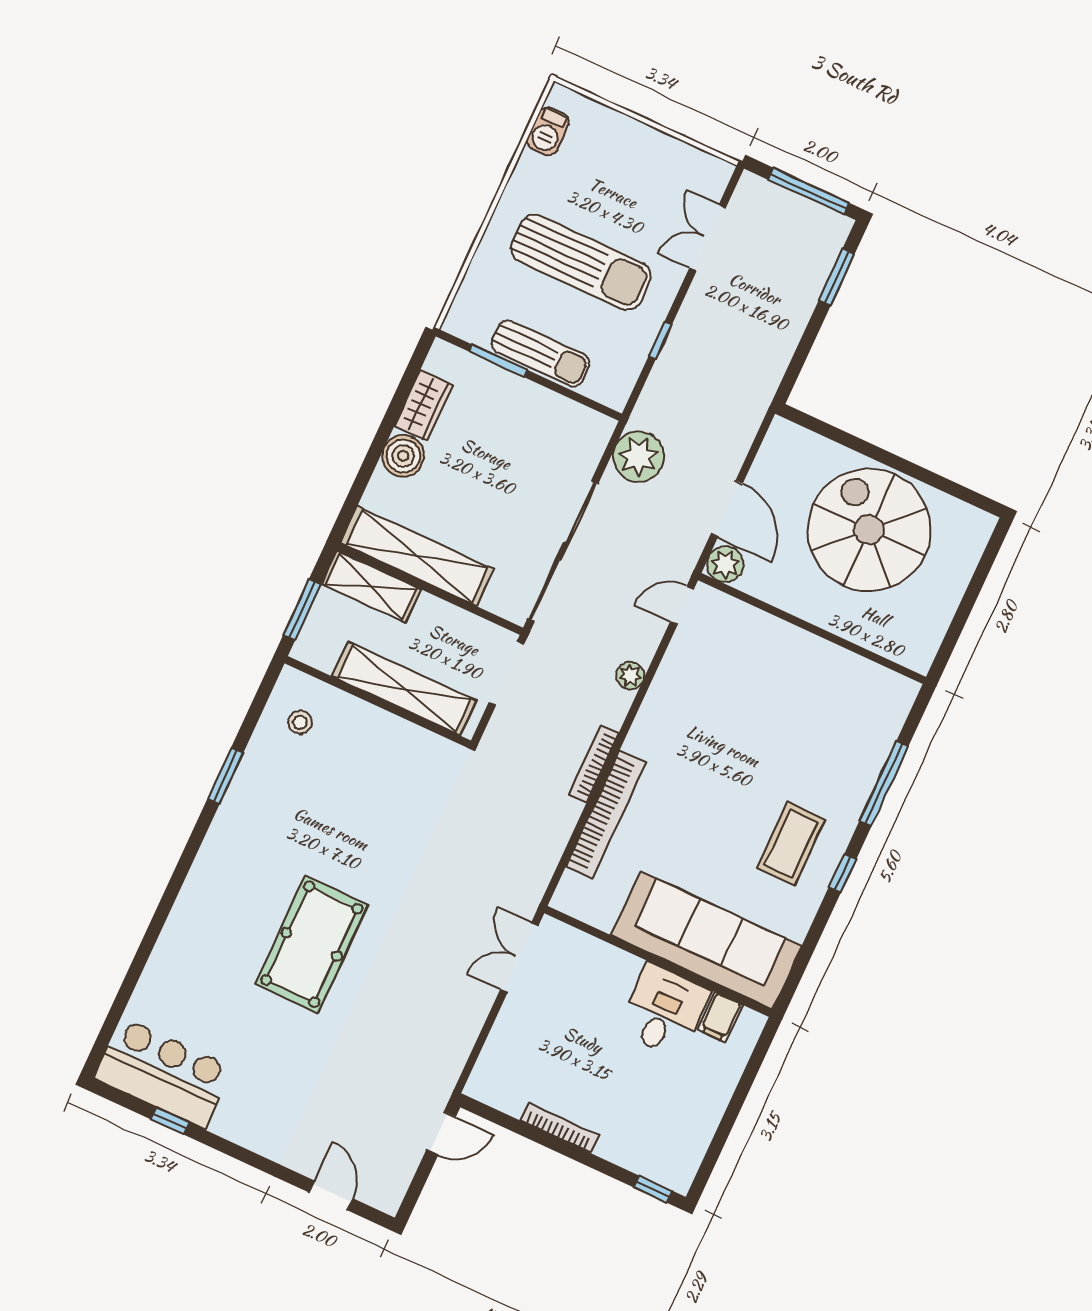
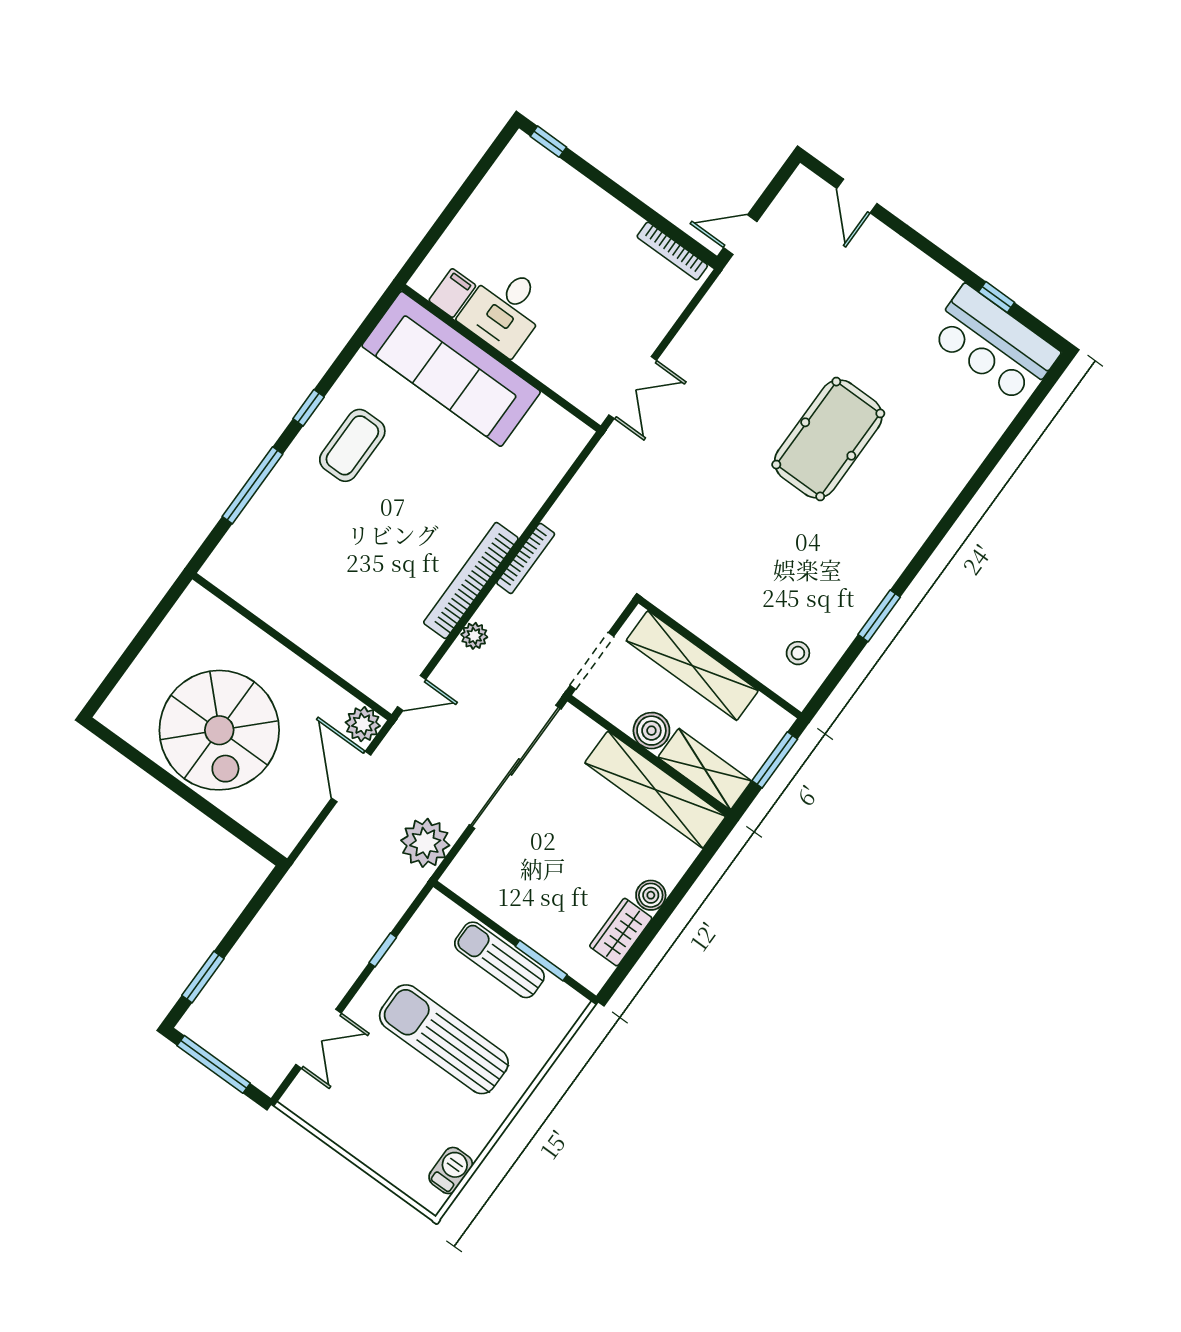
boiler: (403, 456) -> (651, 895), width x0.73, depth x0.73
boiler: (432, 615) -> (651, 731), added
bookcase: (606, 815) -> (471, 581), moved
bookcase: (559, 1128) -> (672, 251), moved

